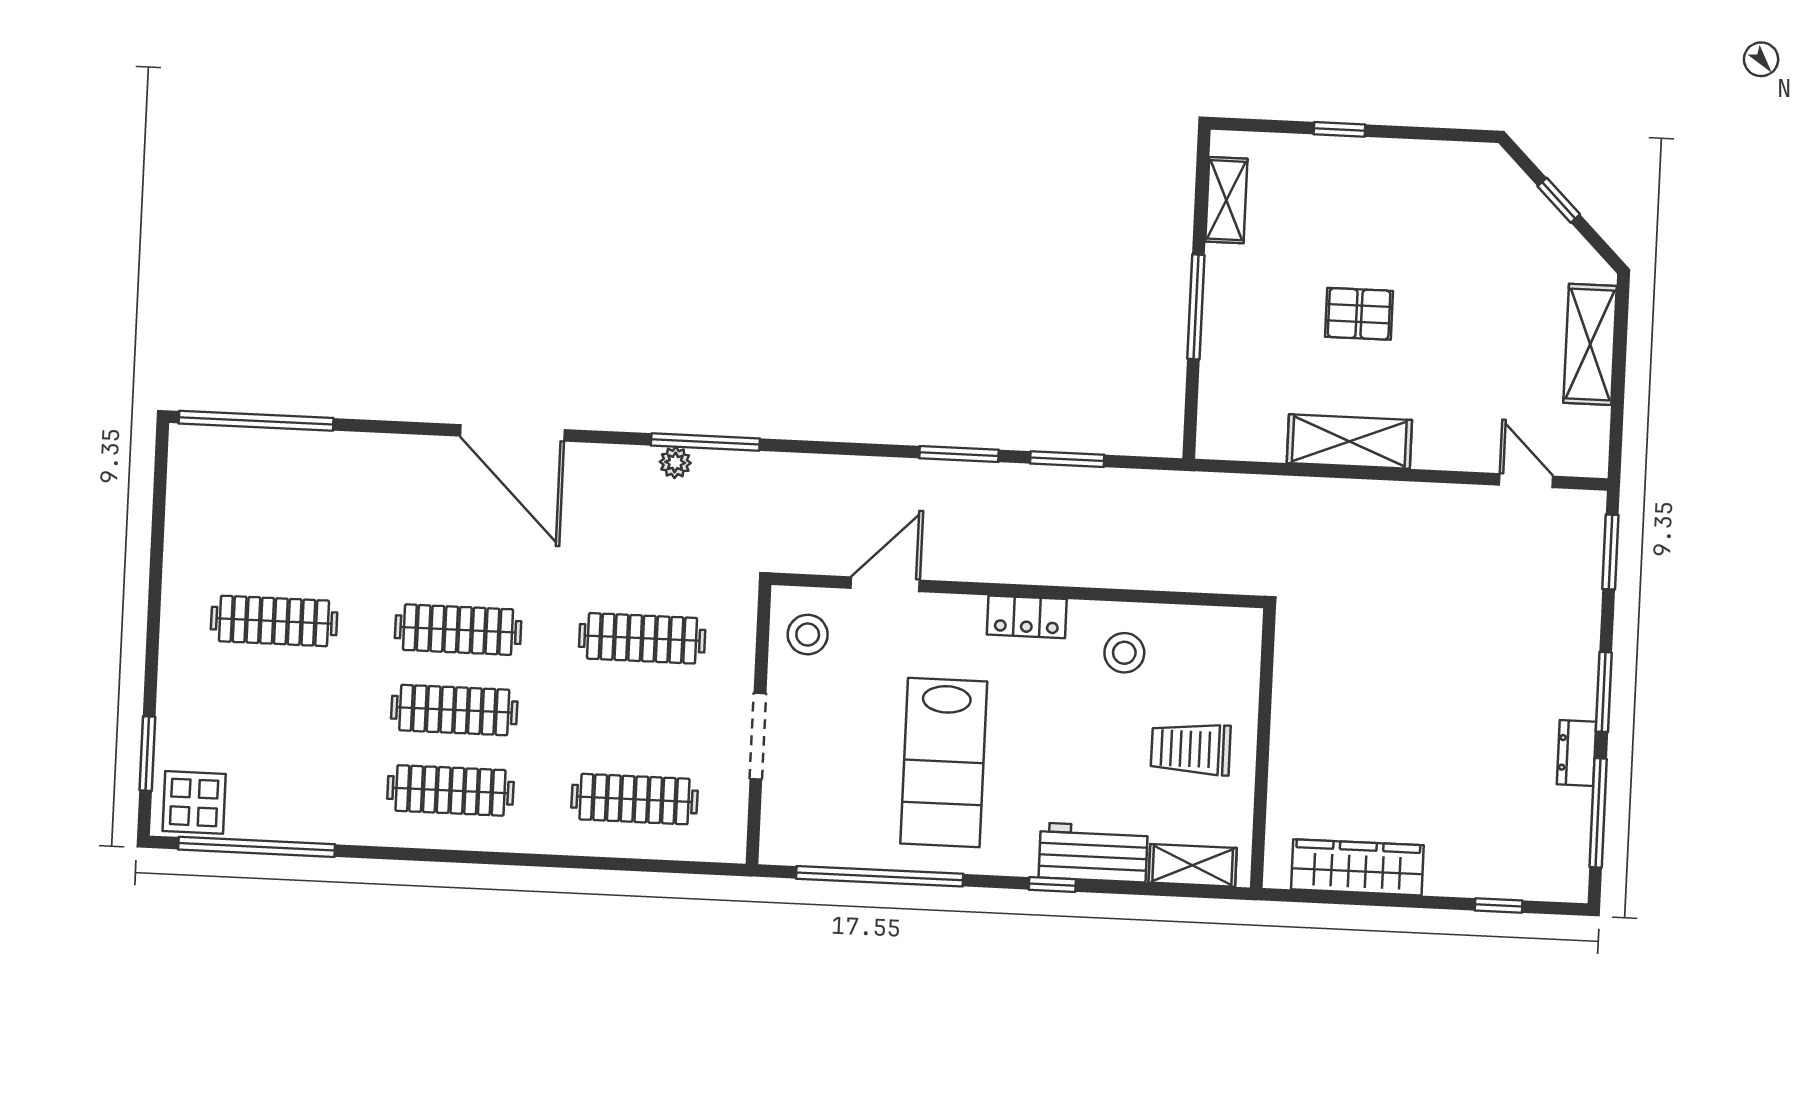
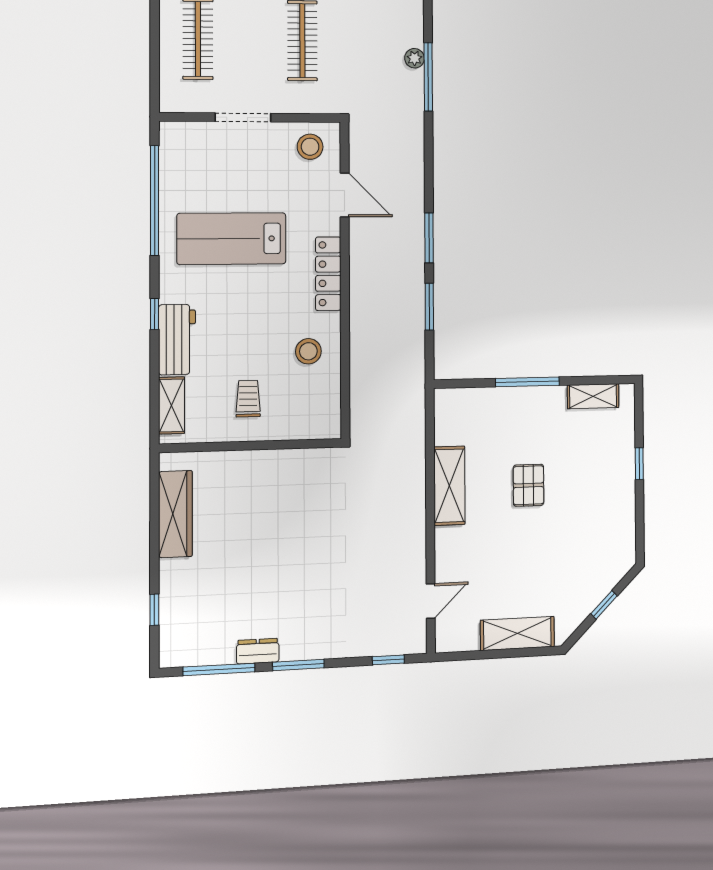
window: (1610, 552) -> (388, 660), width x0.67
locker: (1027, 617) -> (328, 274), width x1.53
trolley: (1191, 749) -> (248, 399), width x0.73, depth x0.72

